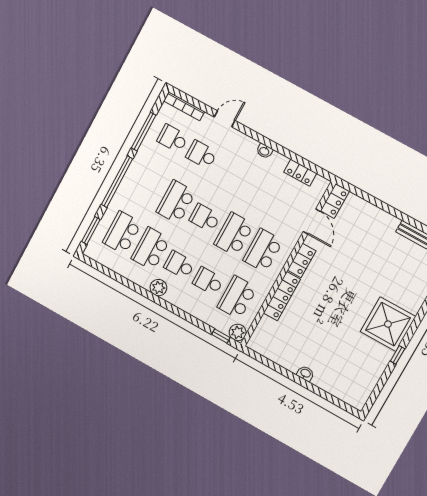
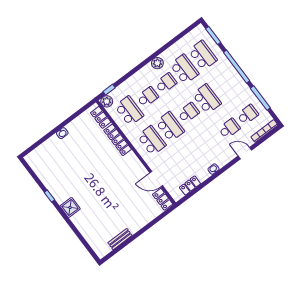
door: (225, 119) -> (245, 153), swing flipped
locker: (302, 261) -> (101, 117), moved
shower: (388, 324) -> (70, 207), width x0.54, depth x0.54

